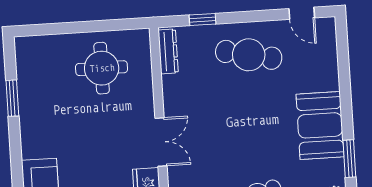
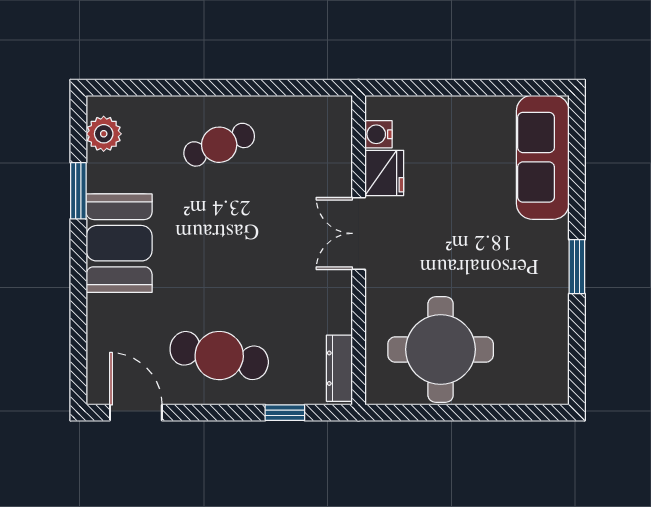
door: (302, 13) -> (136, 413), width x1.38
round table: (102, 68) -> (441, 349), width x1.36, depth x1.36
window: (12, 98) -> (577, 267), moved

